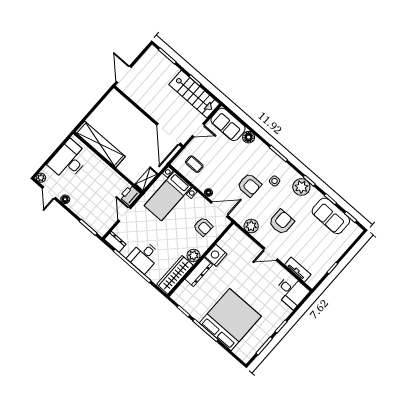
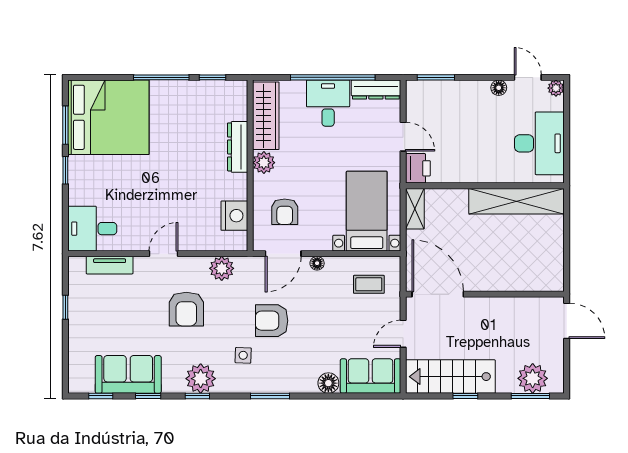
plant: (160, 63) -> (533, 378), added
armchair: (203, 227) -> (285, 212), turned -93
dresser: (115, 242) -> (376, 90), width x1.44
nightstand: (216, 255) -> (234, 216), moved
bed: (230, 320) -> (108, 117), moved, turned -90

